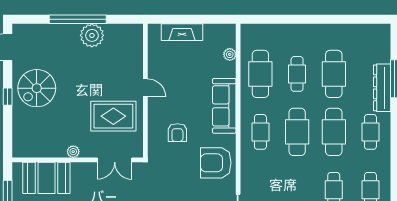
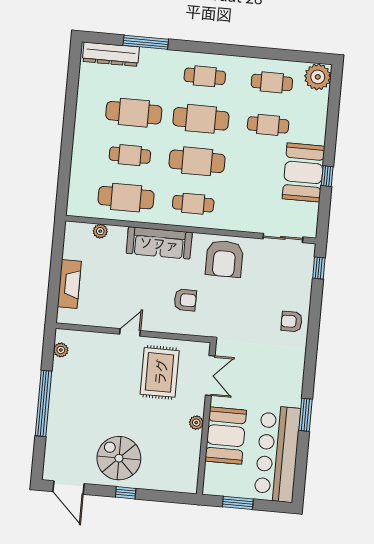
plant: (92, 35) -> (61, 350), moved, width x0.53, depth x0.53
spiral stairs: (37, 88) -> (119, 458), turned 180
dresser: (382, 88) -> (111, 54), moved
booth: (46, 178) -> (226, 436), moved

